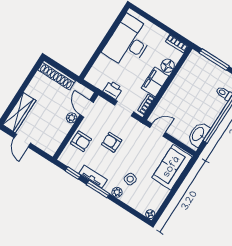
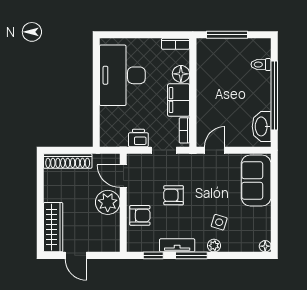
plant: (72, 118) -> (108, 202), width x1.88, depth x1.88

